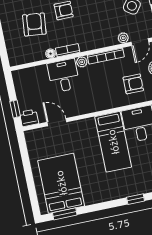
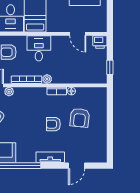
desk: (64, 76) -> (39, 48), moved, turned 180
window: (15, 109) -> (110, 67), moved

